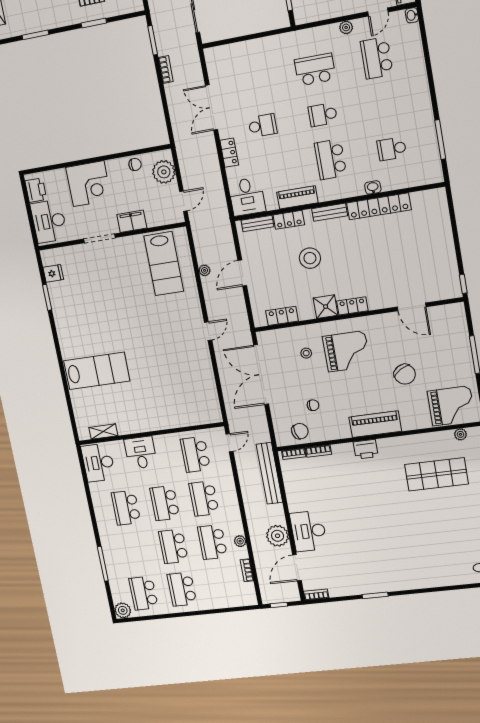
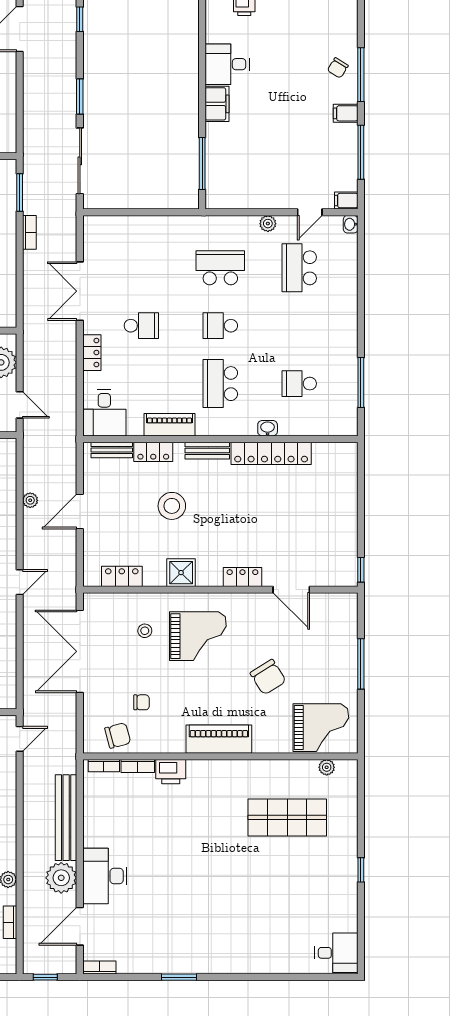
door: (183, 201) -> (20, 405), hinge flipped
locker: (352, 306) -> (242, 577), moved
printer: (366, 449) -> (171, 772), moved
bench: (269, 473) -> (66, 818), moved

